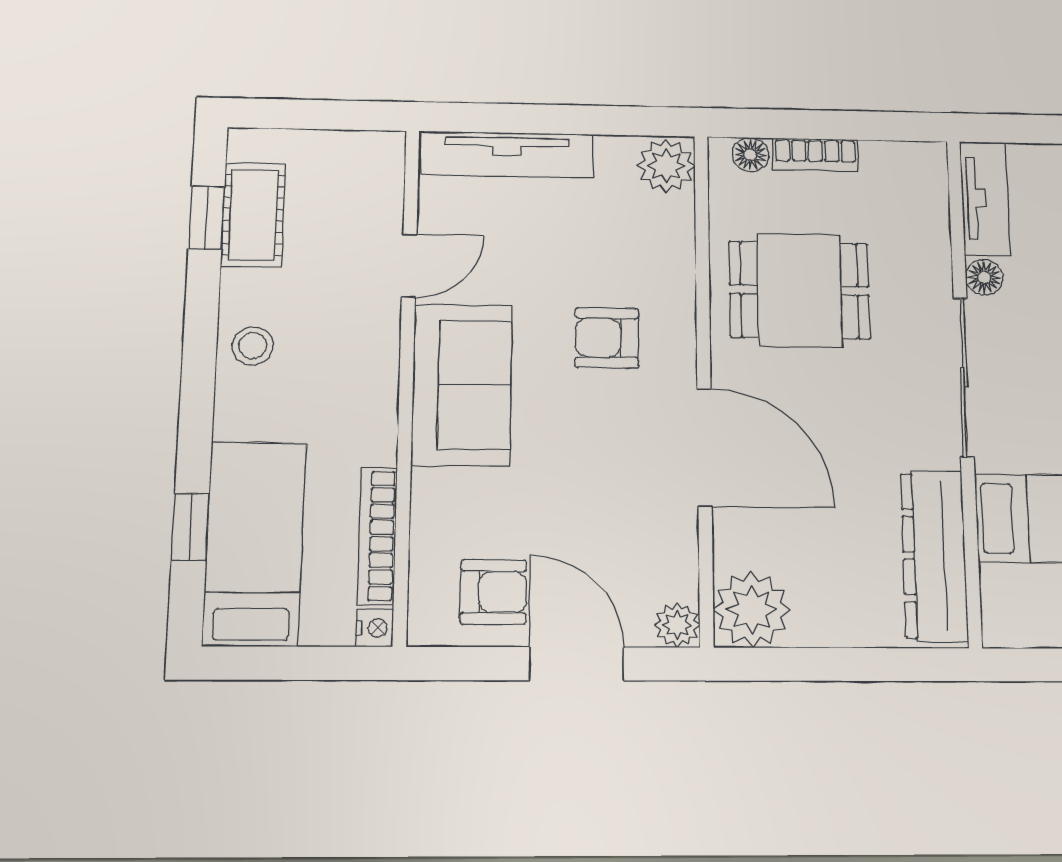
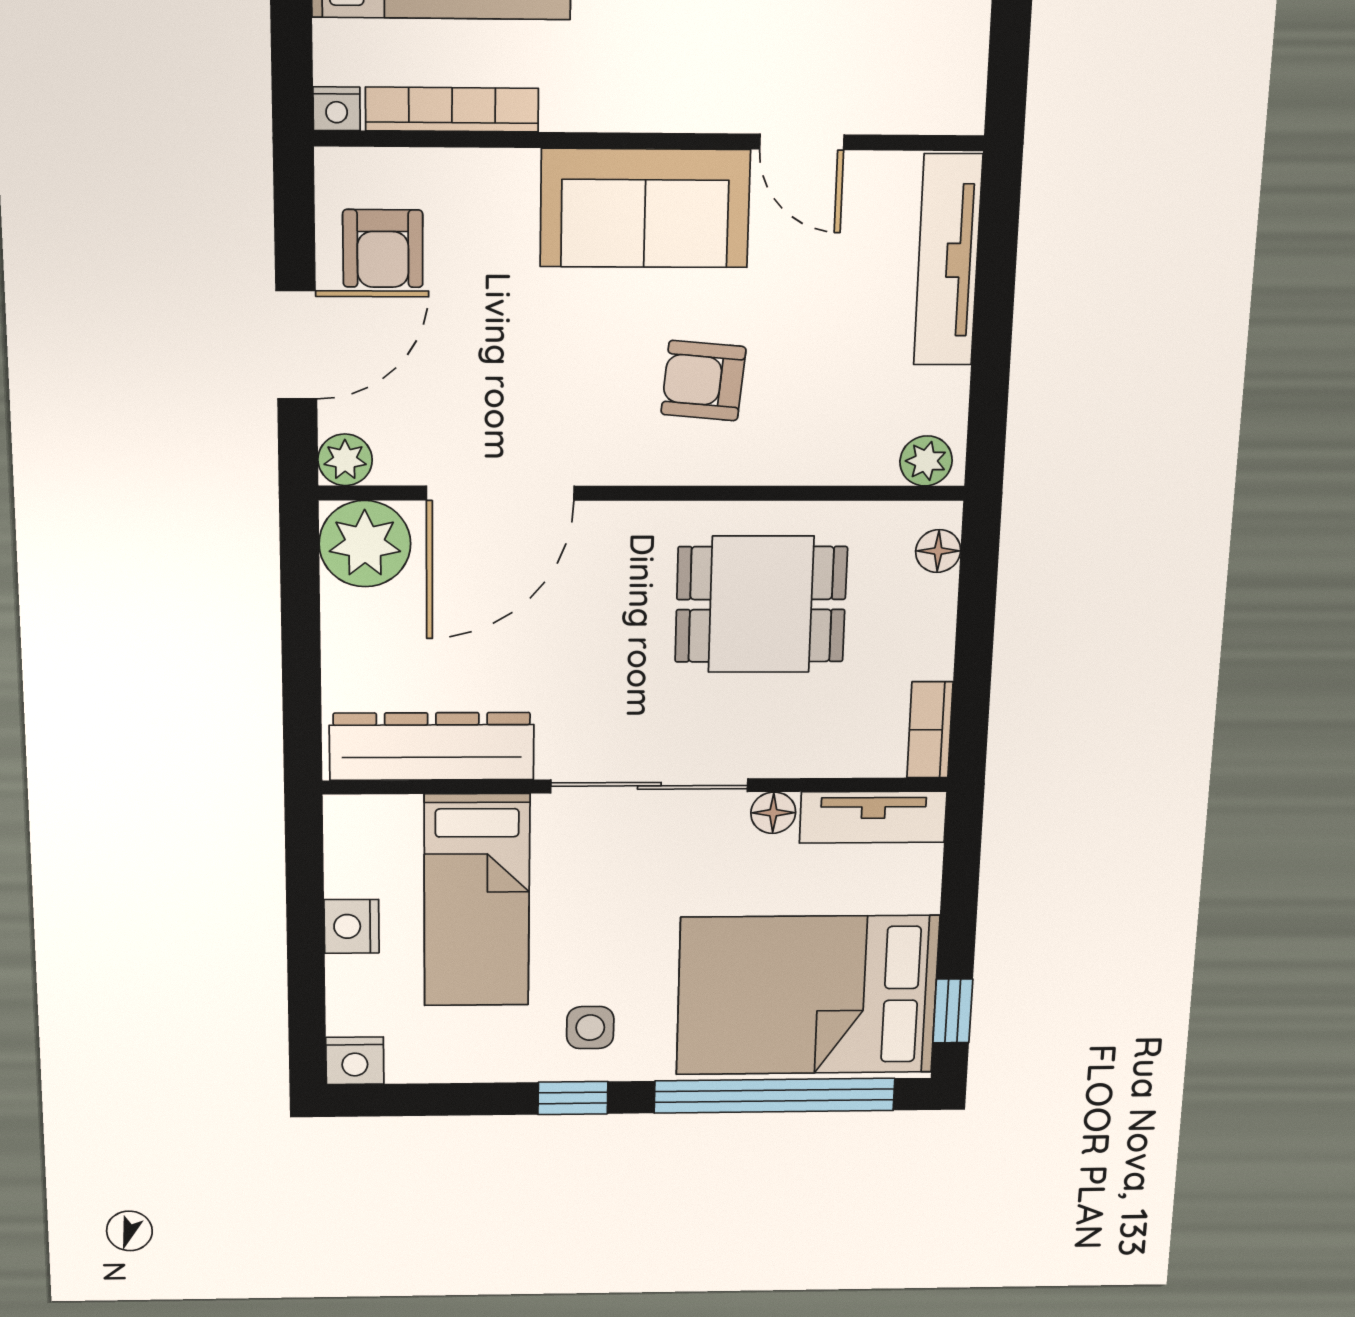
bookcase: (815, 155) -> (930, 730), moved
plant: (666, 166) -> (926, 461), width x0.73, depth x0.73
dining table: (799, 290) -> (761, 604), turned 90
armchair: (607, 338) -> (703, 381), turned -85
door: (705, 447) -> (500, 493), moved

